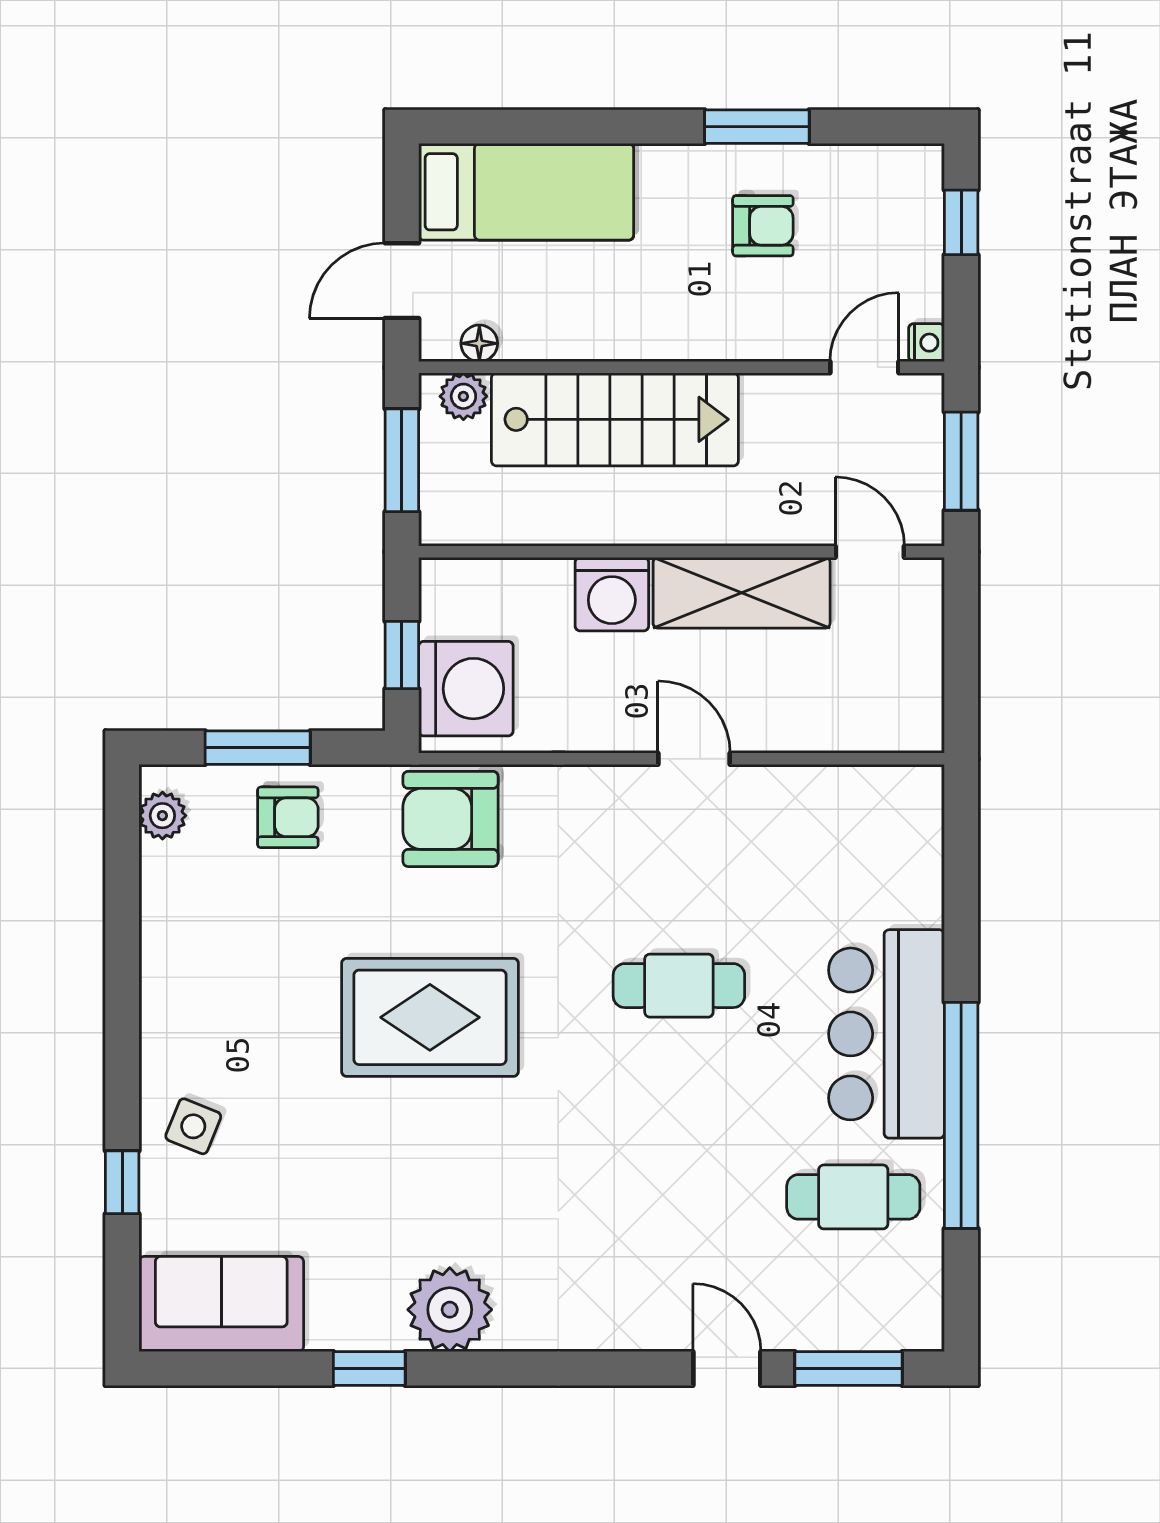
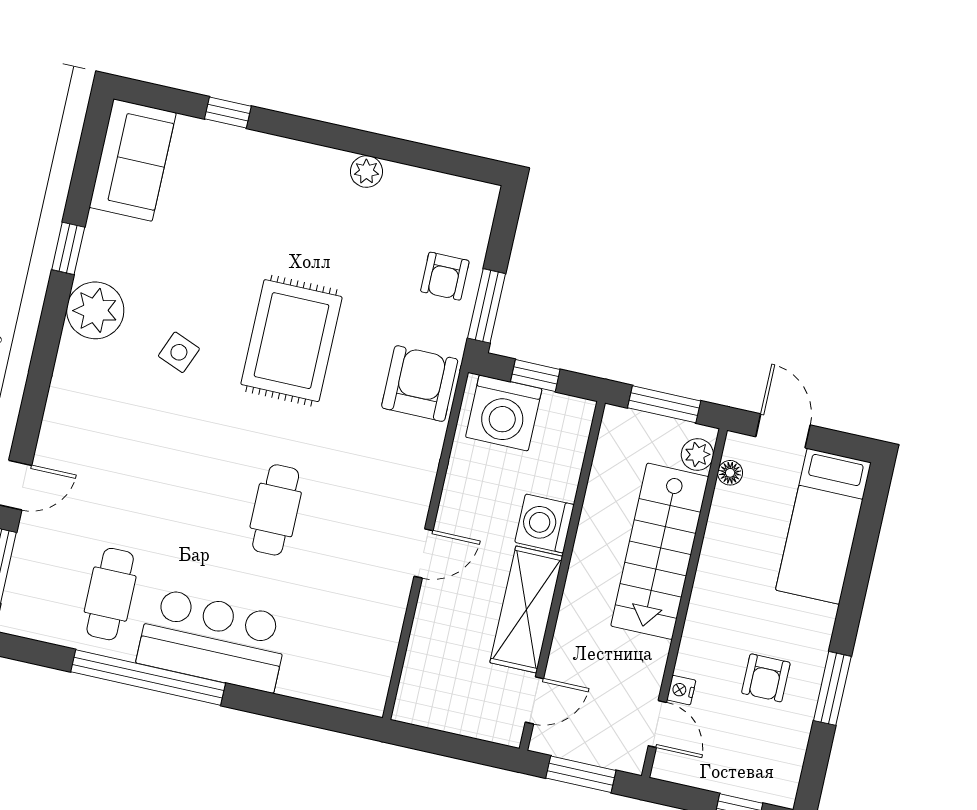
nightstand: (926, 343) -> (681, 690), moved, turned 90
window: (258, 748) -> (487, 306), moved
plant: (162, 816) -> (366, 171), moved
side table: (193, 1126) -> (179, 352), moved

